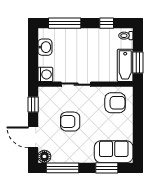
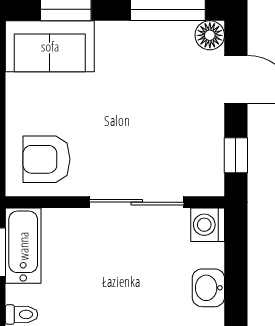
sliding door: (76, 84) -> (137, 202), width x1.37
armchair: (70, 122) -> (150, 116), removed

